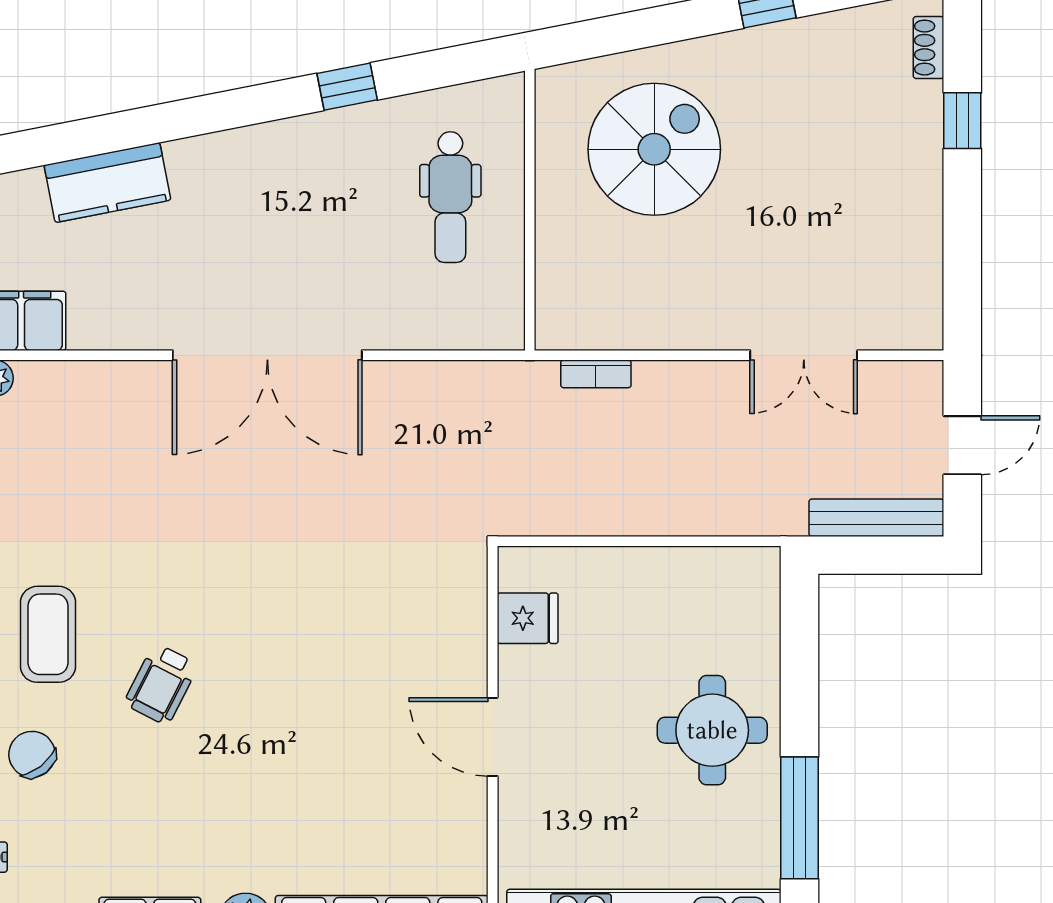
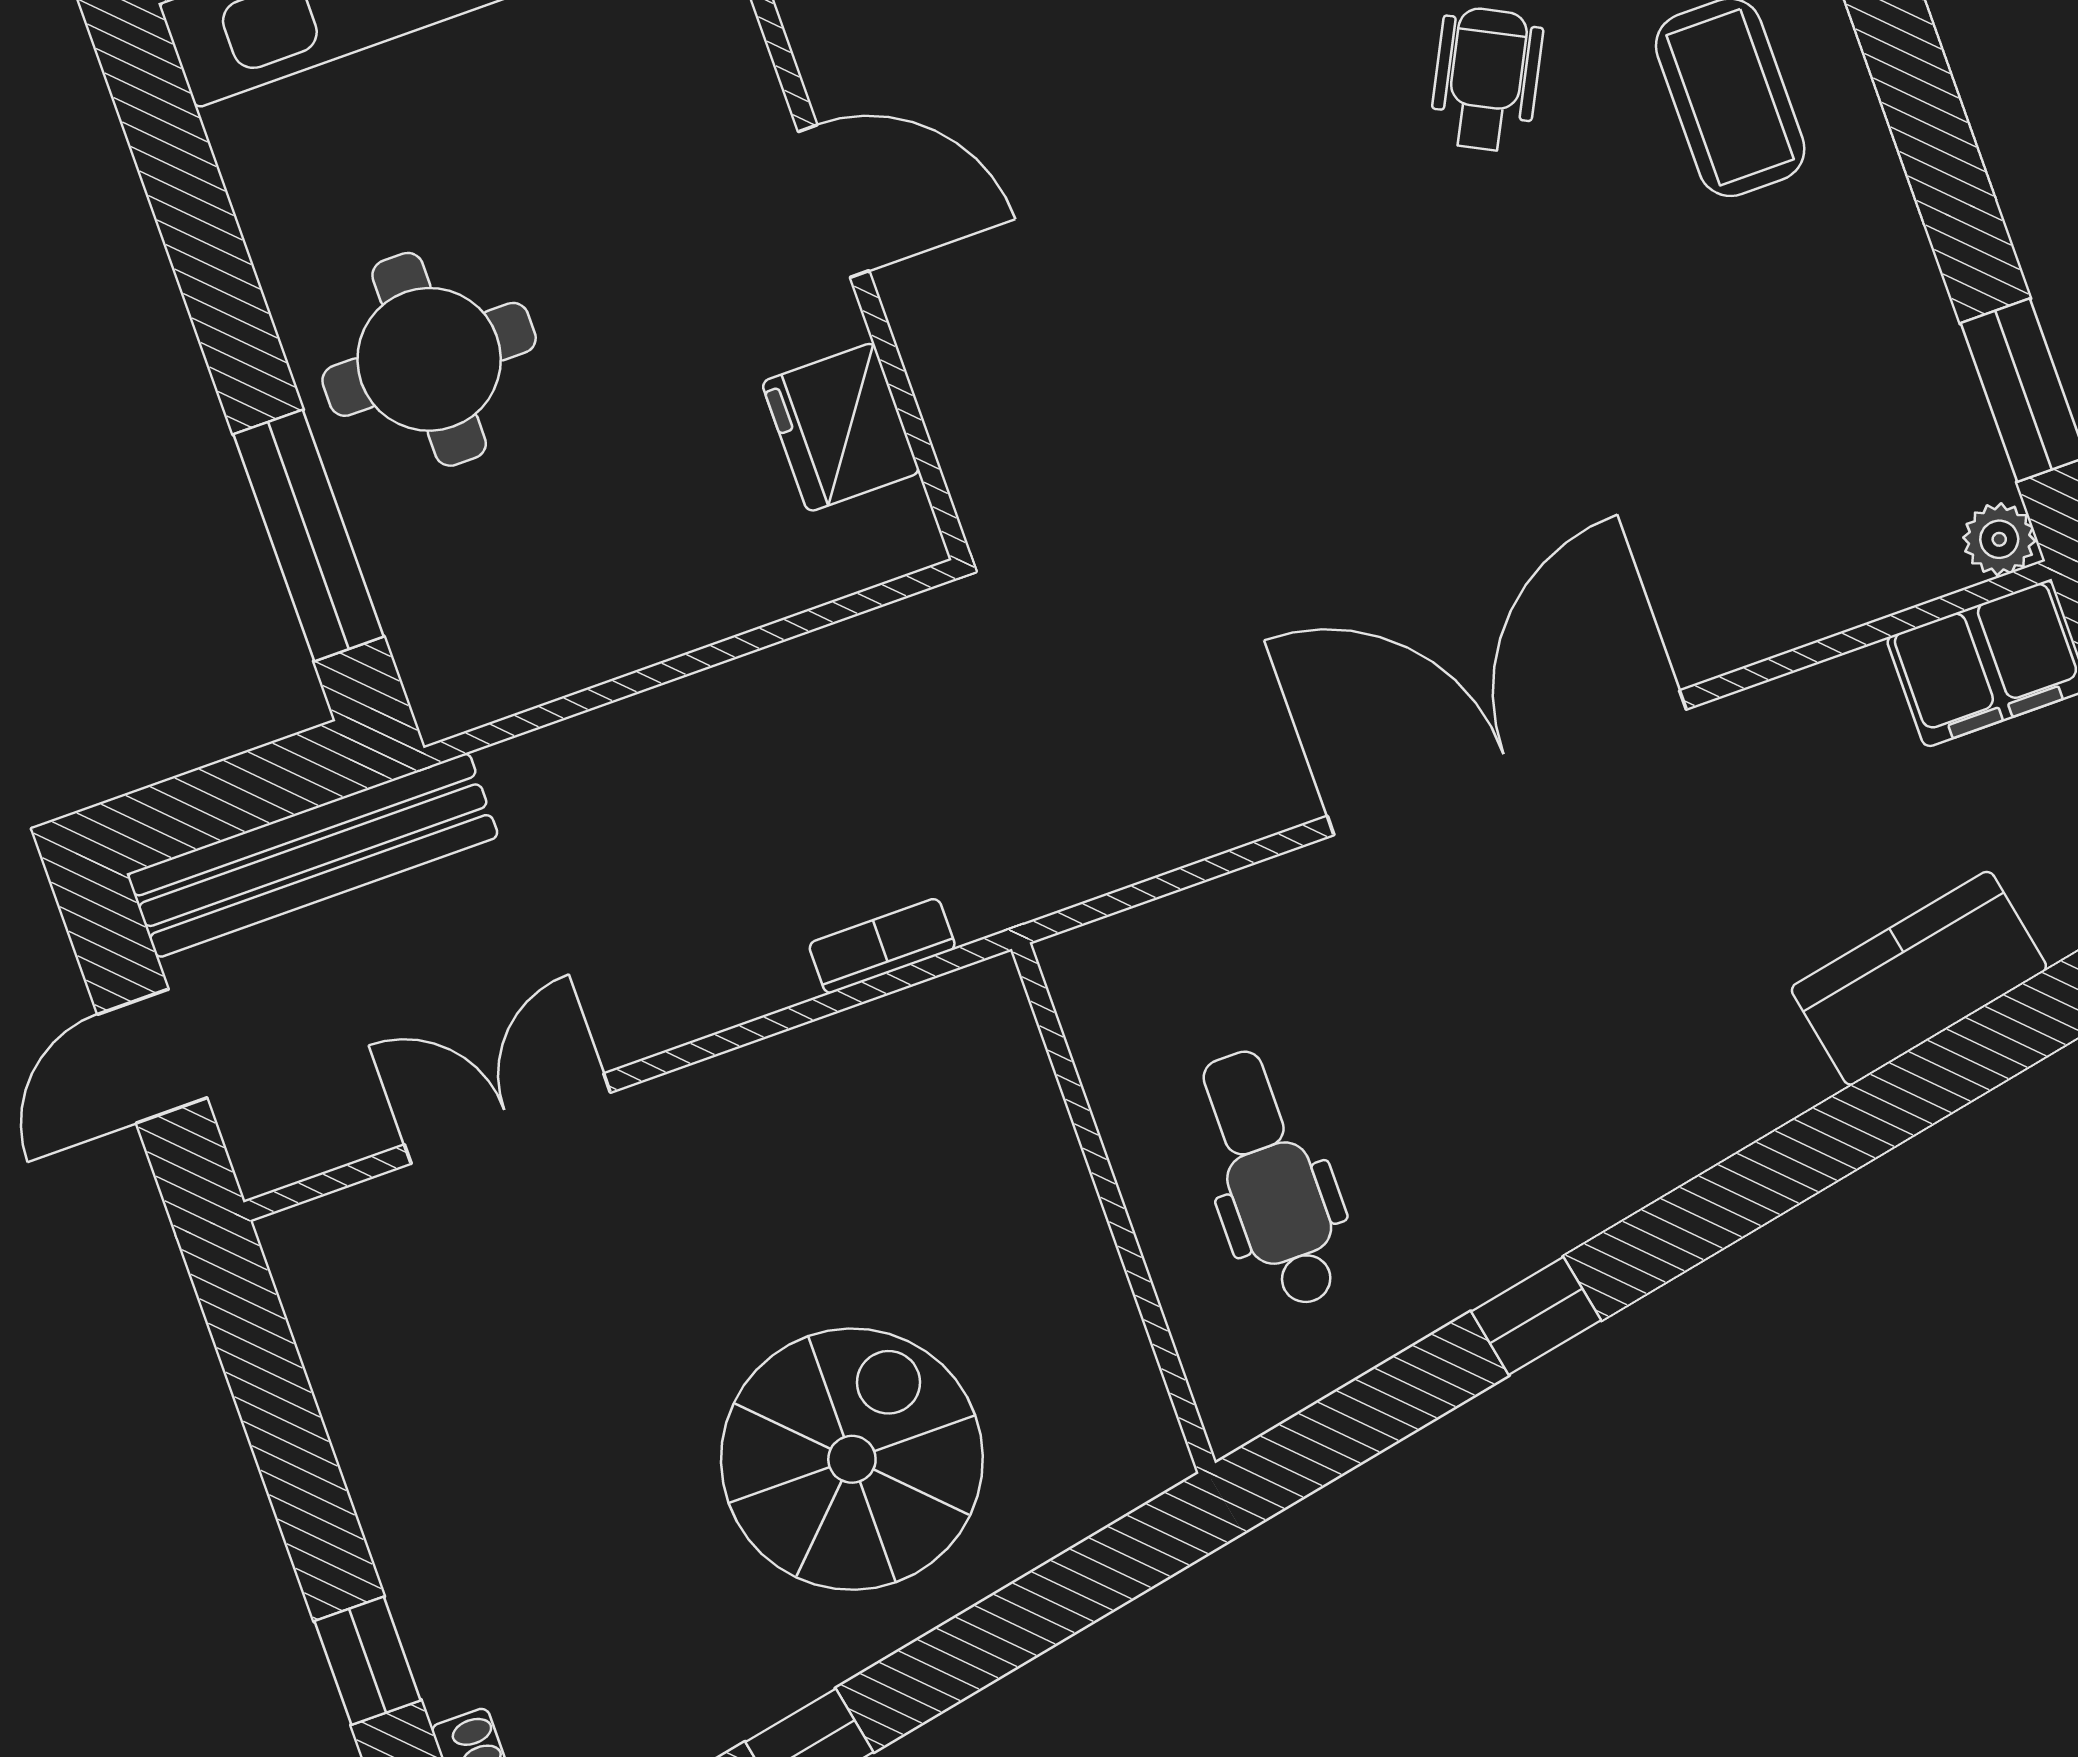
spiral stairs: (654, 149) -> (852, 1459), moved, turned 180
bench: (876, 518) -> (313, 855), width x1.37, depth x1.21
fridge: (528, 618) -> (841, 427), width x1.38
window: (800, 818) -> (309, 535), moved

